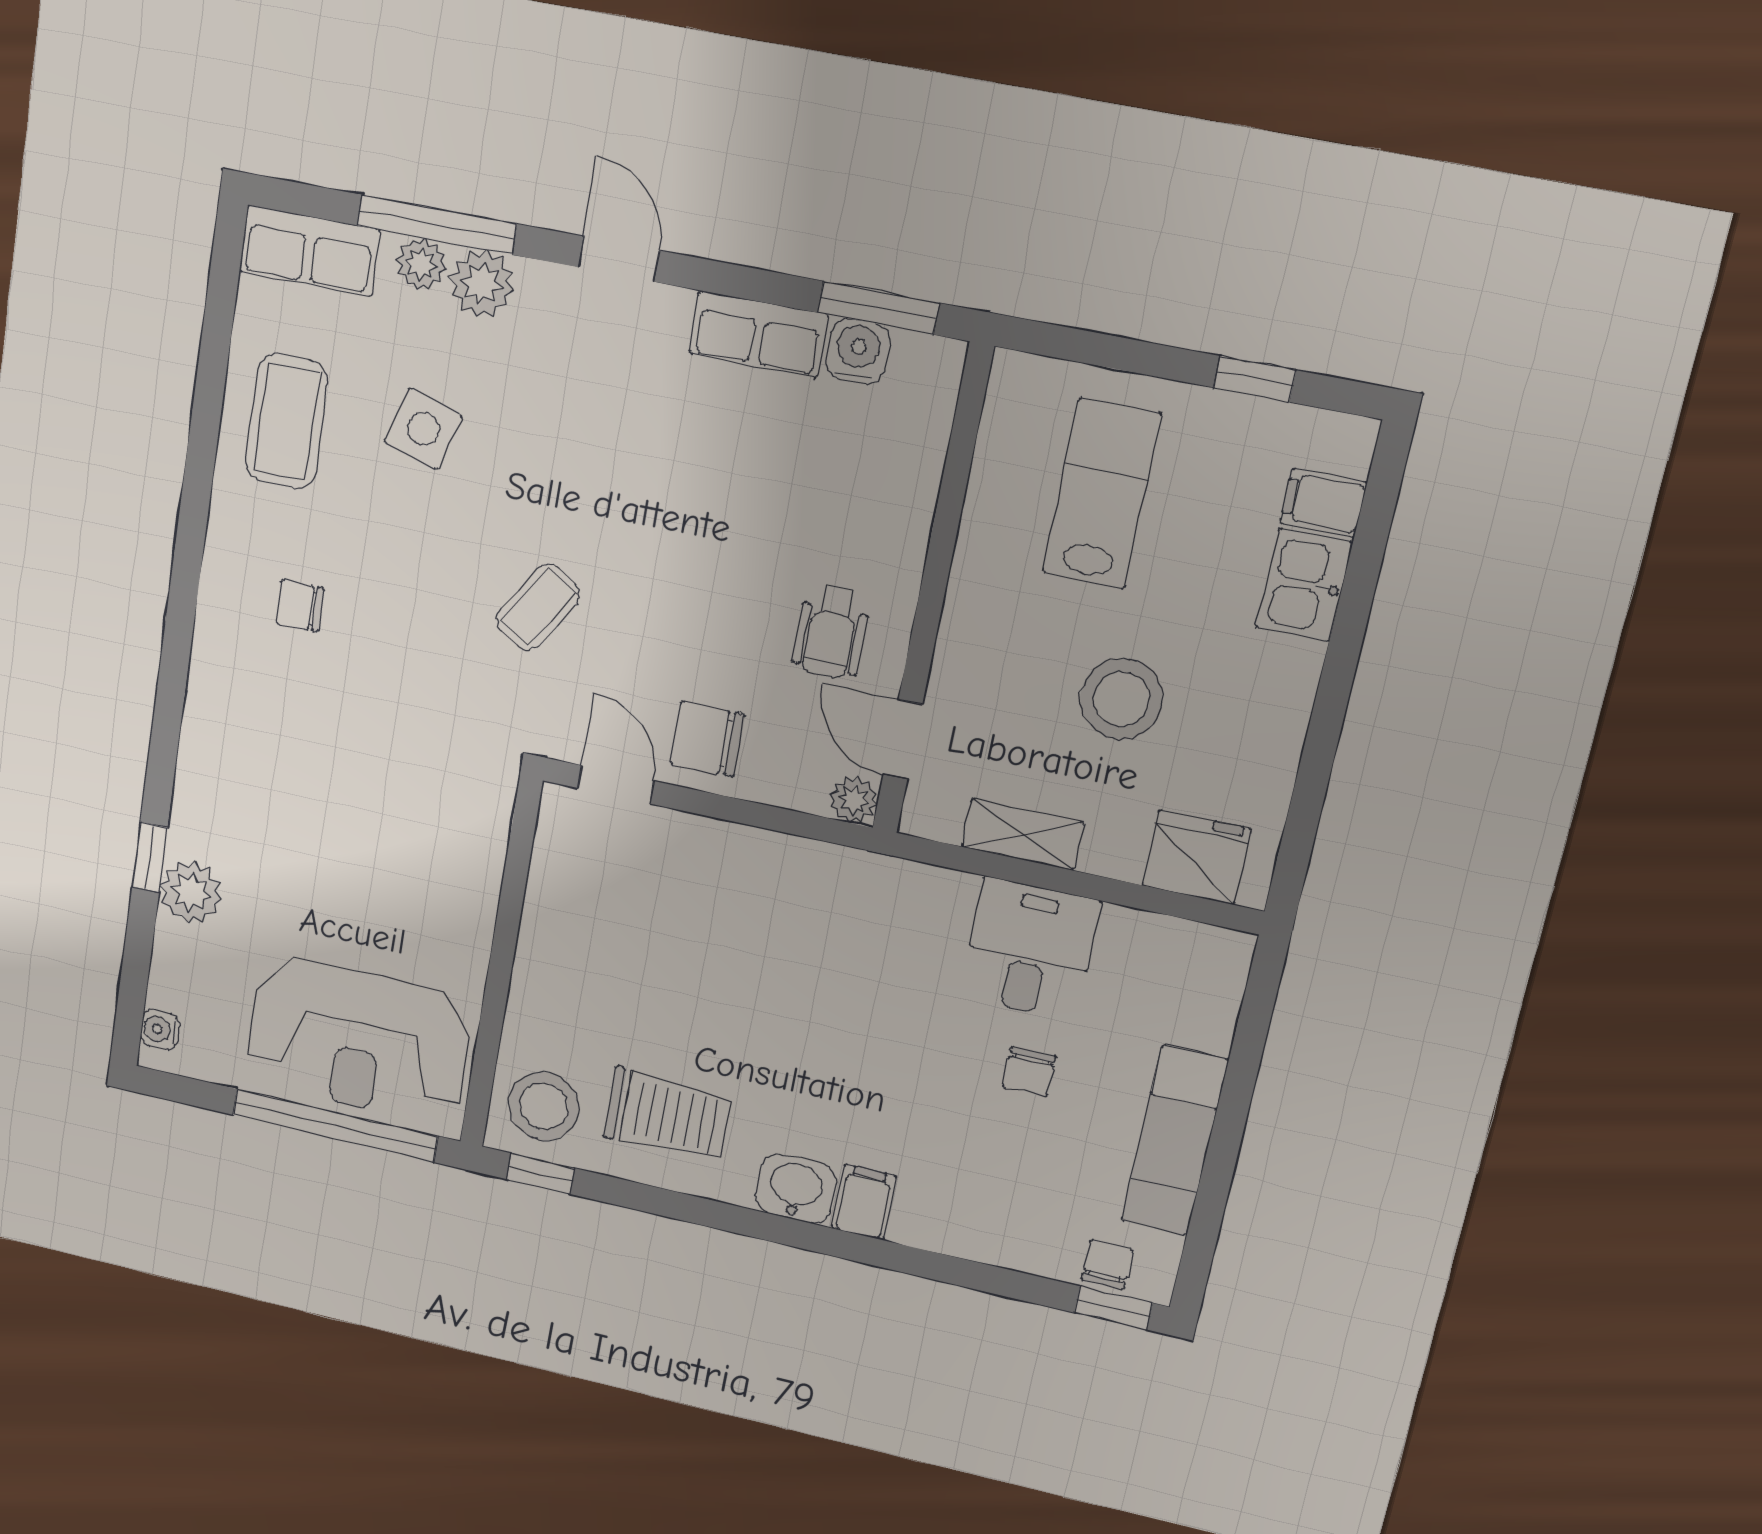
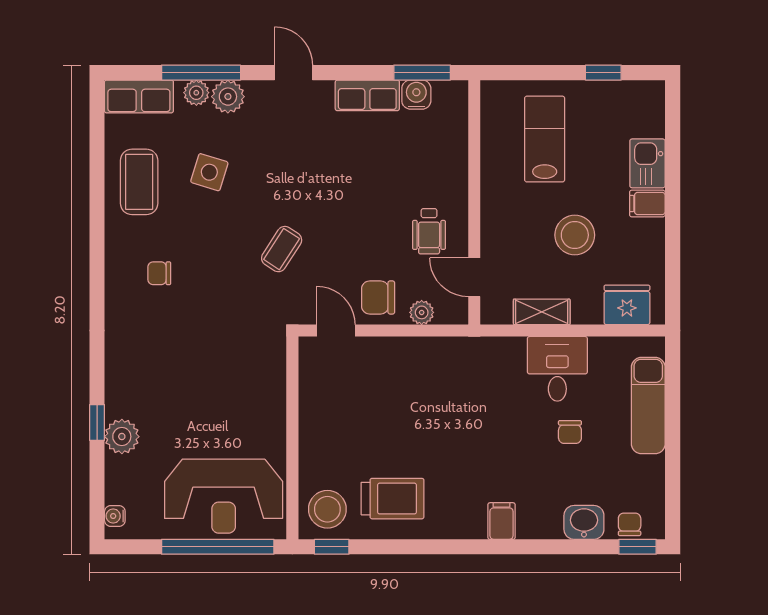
filing cabinet: (1323, 503) -> (647, 204), moved
plant: (854, 800) -> (422, 312), moved
exam couch: (1175, 1141) -> (648, 406), moved
washbasin: (796, 1189) -> (584, 522), moved

